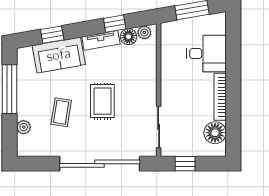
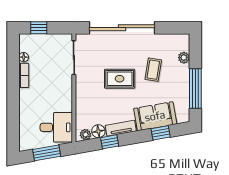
desk: (206, 53) -> (56, 127), moved, turned 180
bookcase: (220, 97) -> (24, 75), width x0.64
rug: (102, 101) -> (120, 79), turned 90
floor lamp: (215, 133) -> (24, 57), width x0.53, depth x0.53
window: (185, 164) -> (39, 28), moved

